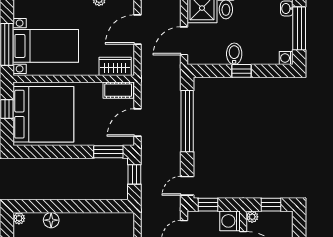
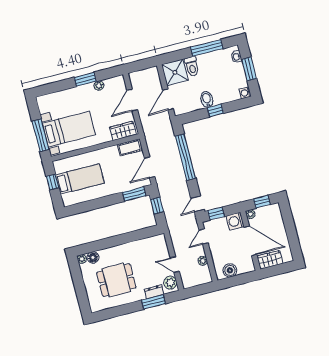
window: (299, 28) -> (249, 69), width x0.69
bed: (43, 114) -> (80, 179), width x0.49
floor lamp: (51, 220) -> (93, 257), moved

